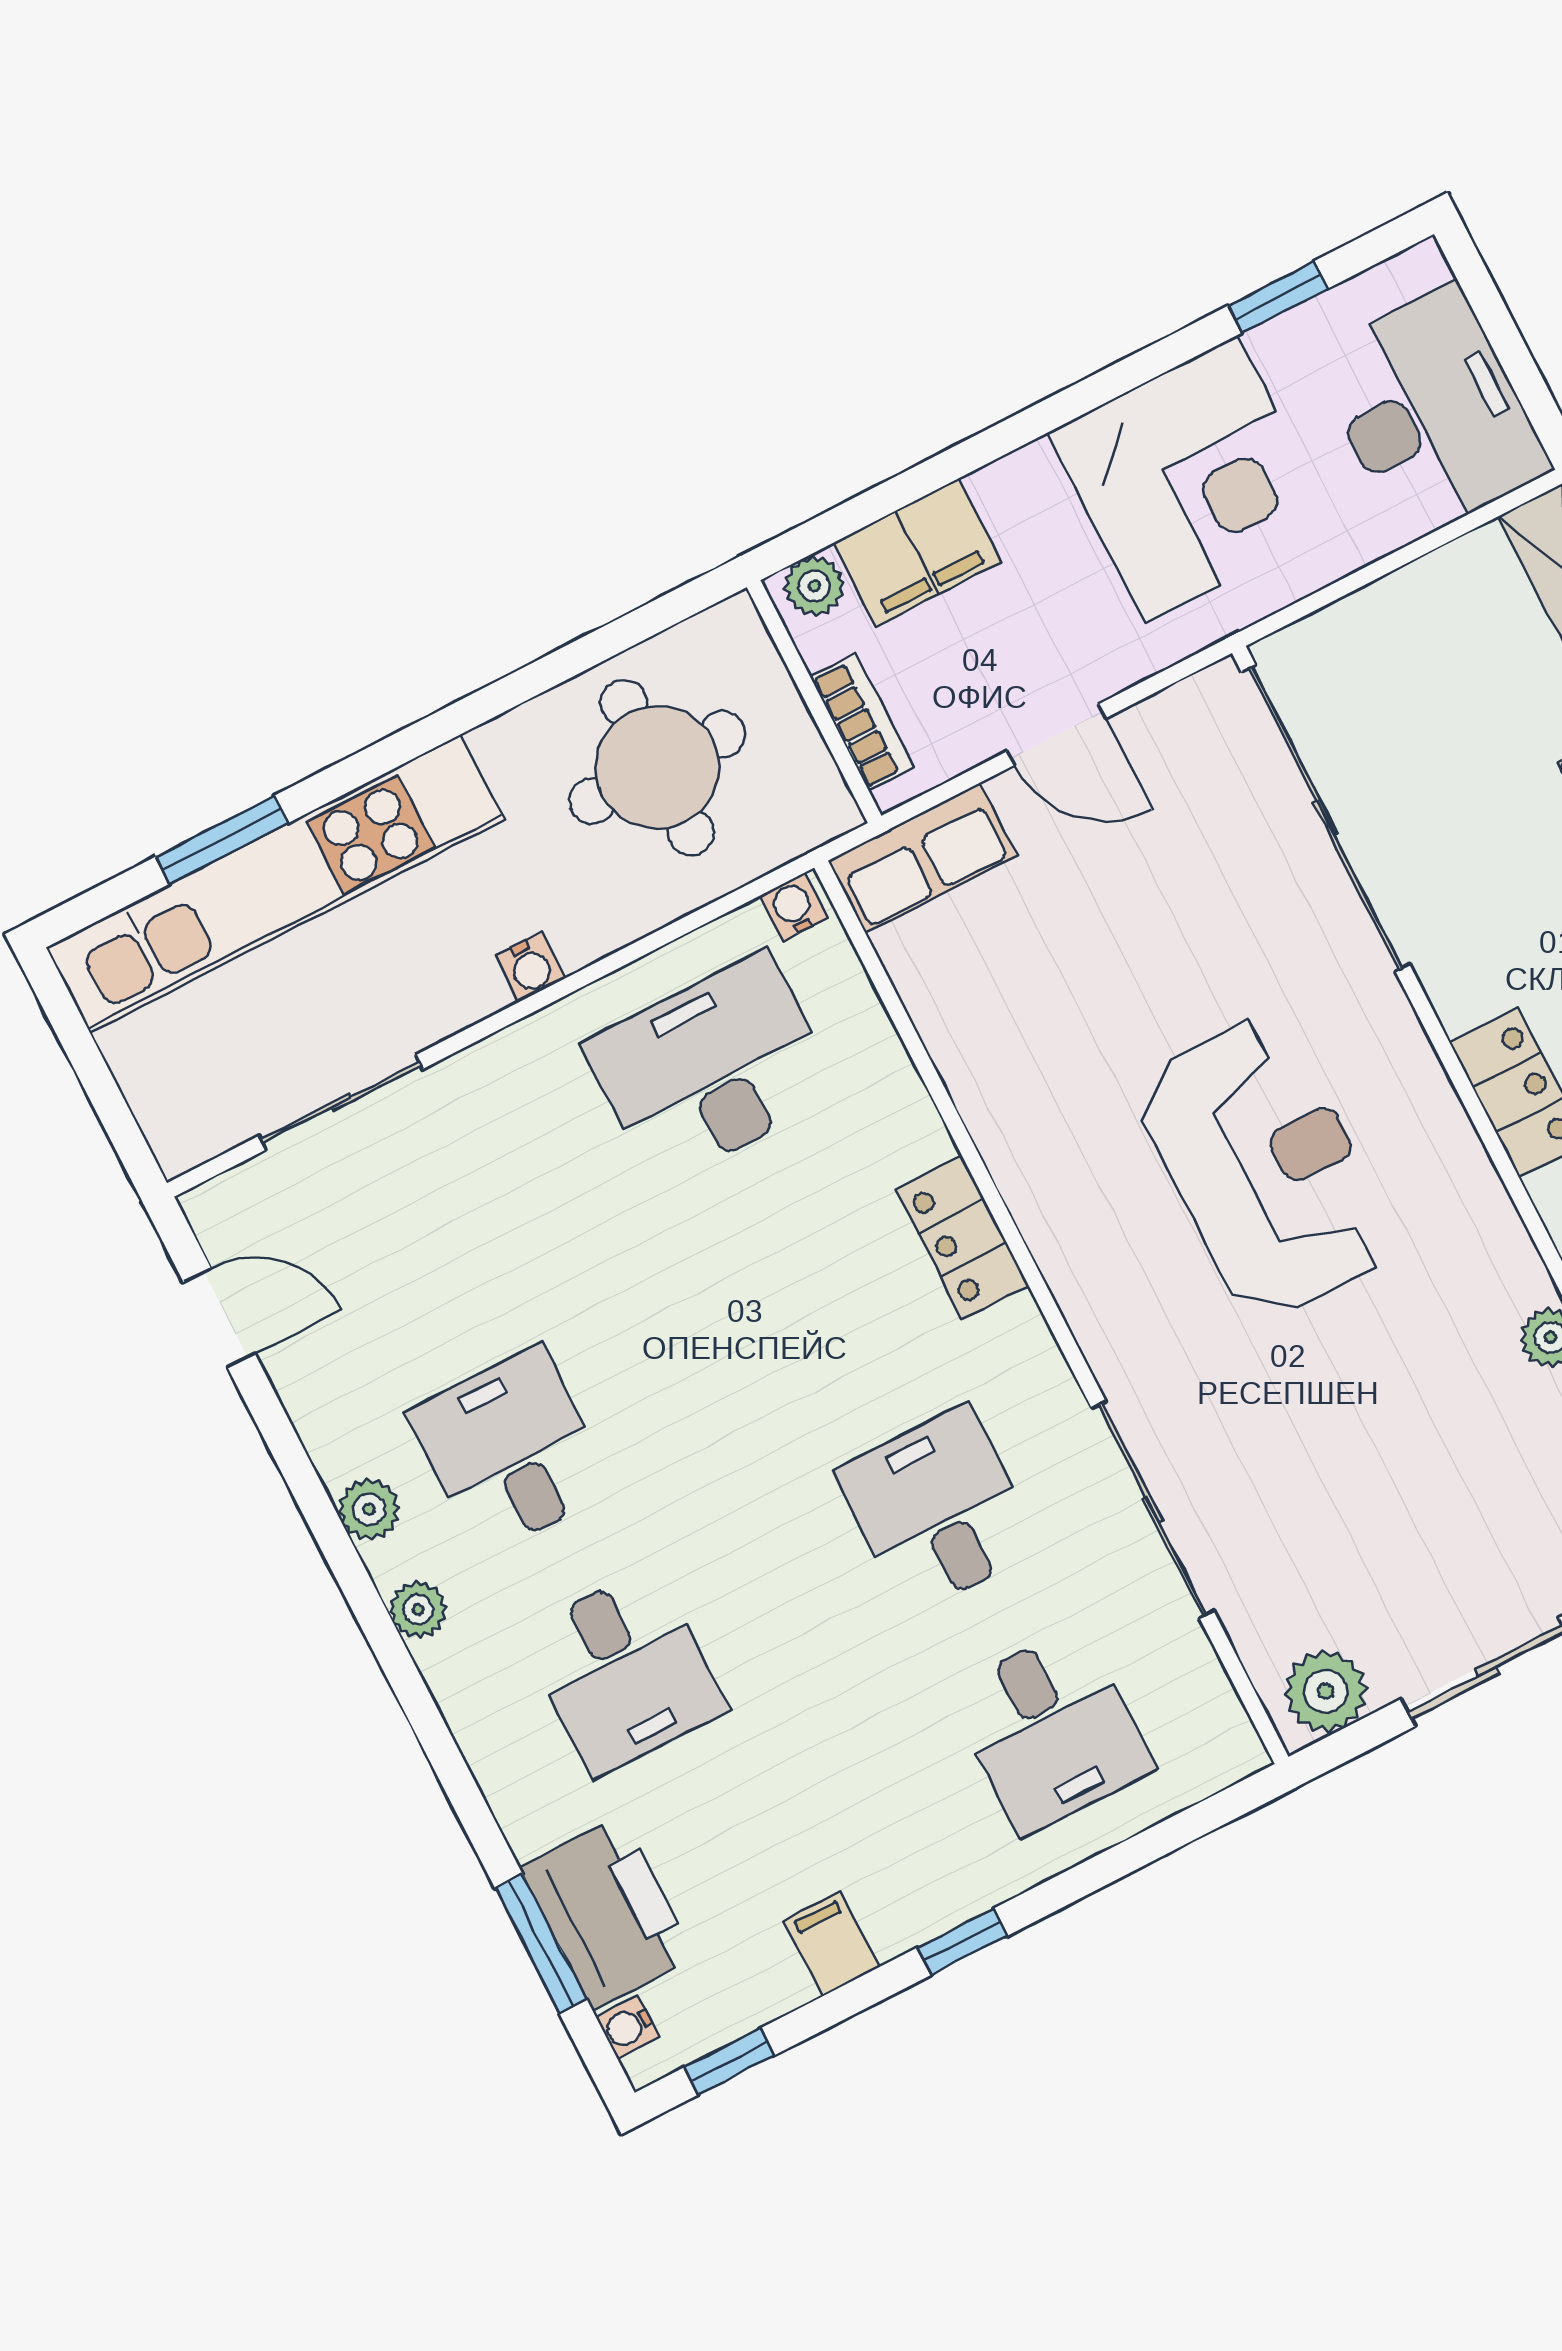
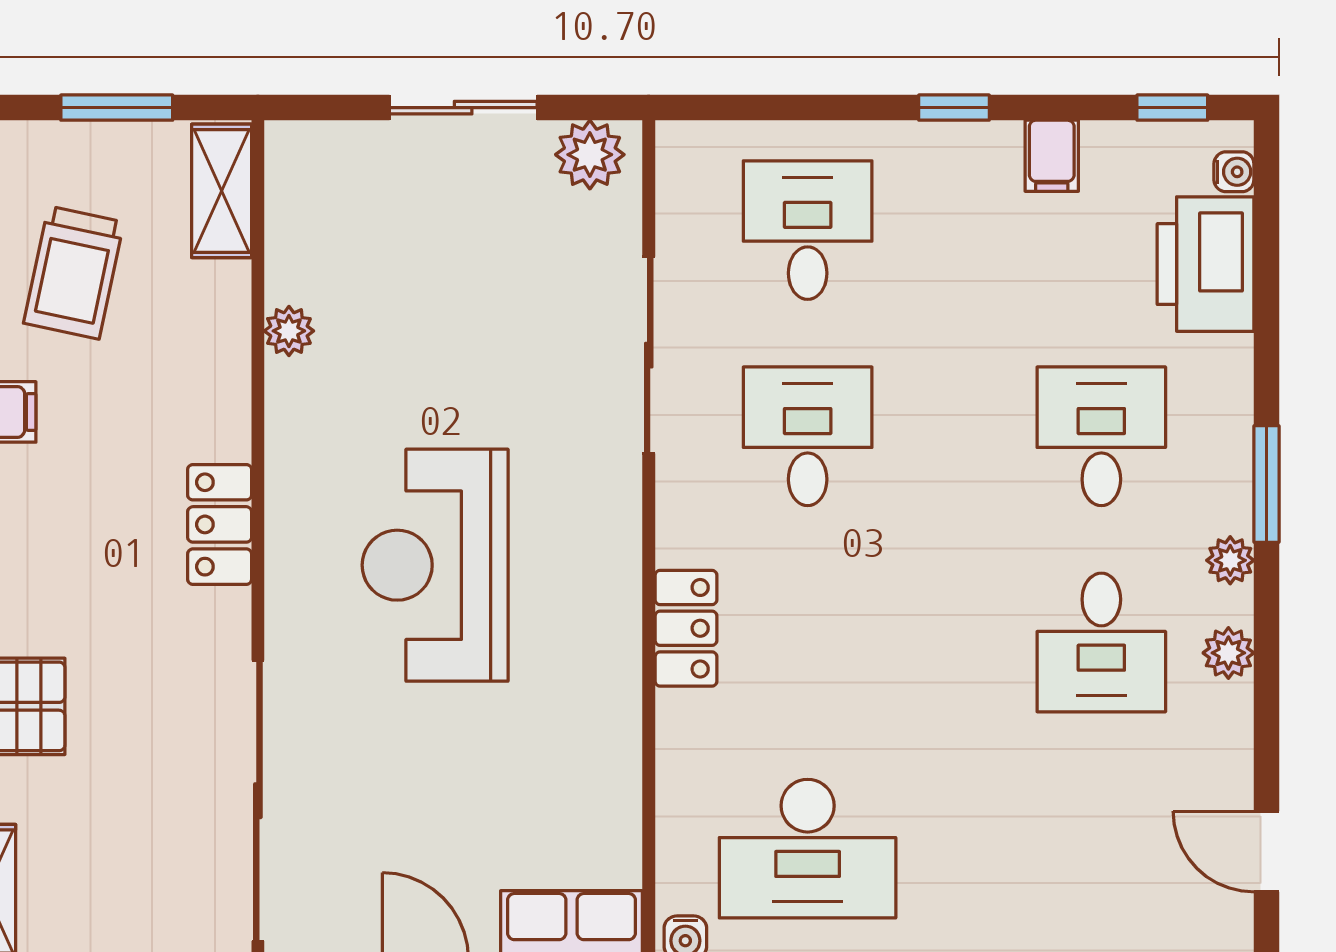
desk: (938, 1510) -> (808, 436), turned 180
window: (541, 1944) -> (1266, 484), moved

